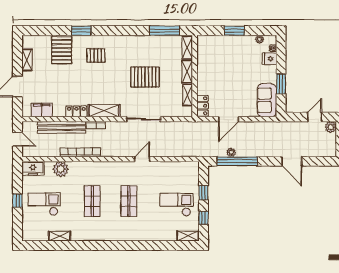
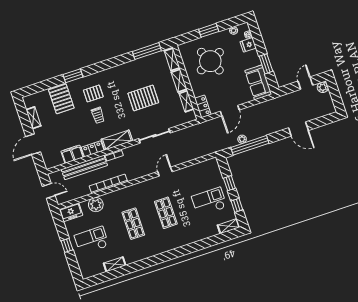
round table: (226, 62) -> (210, 61), added
trolley: (93, 79) -> (98, 115), added
filing cabinet: (42, 110) -> (72, 154), moved

